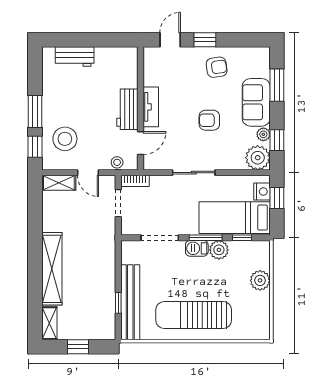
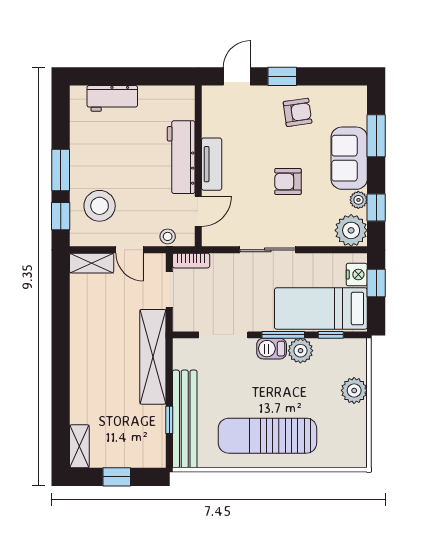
workbench: (127, 109) -> (181, 157), width x1.38
shelving: (52, 269) -> (153, 357), moved

